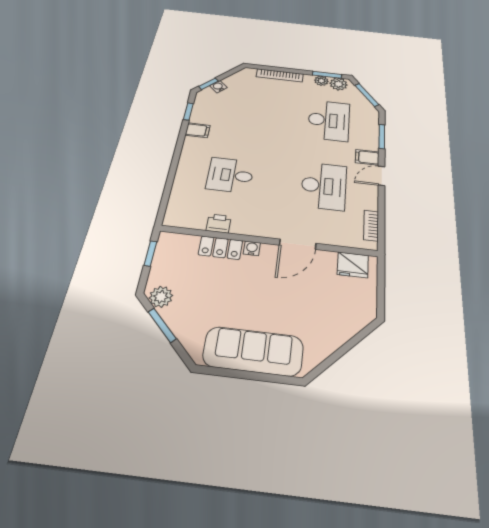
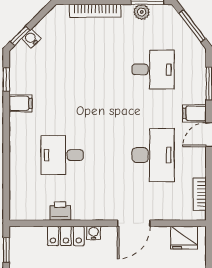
plant: (339, 84) -> (161, 14), removed
desk: (329, 120) -> (153, 70), width x0.73

